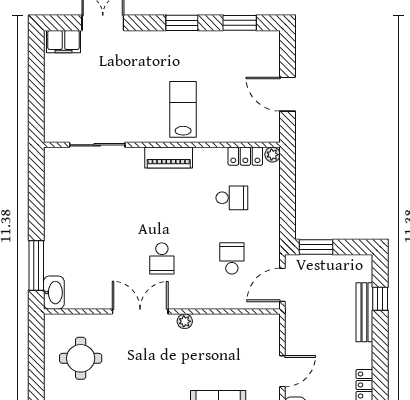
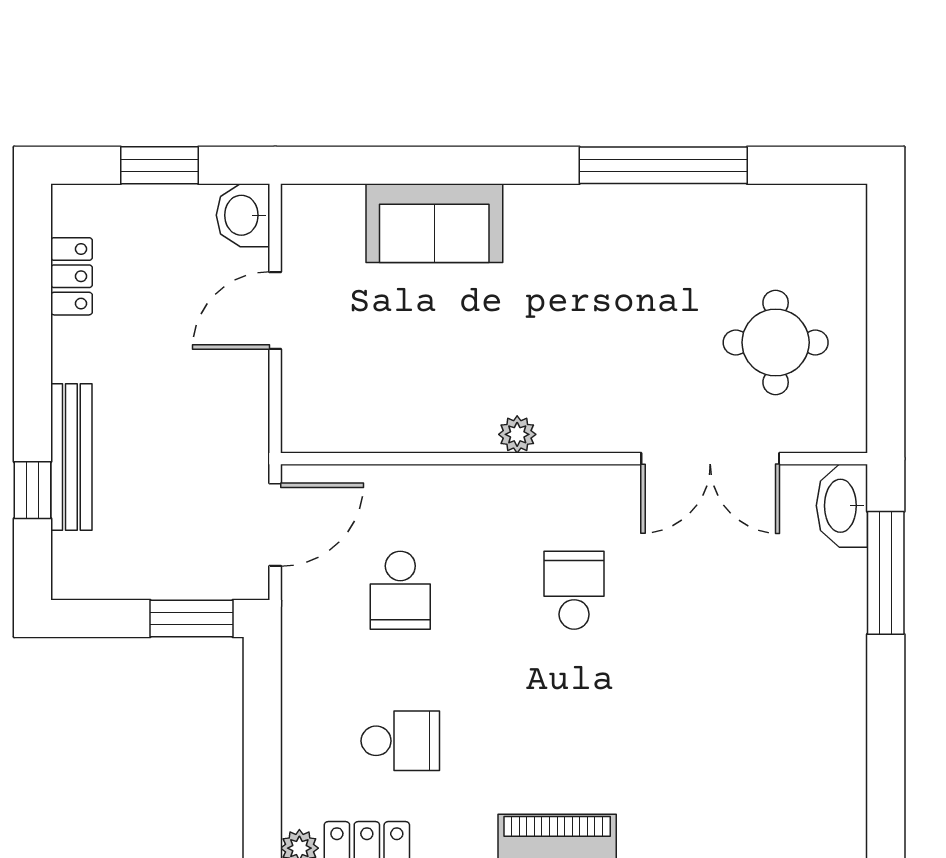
school desk: (232, 198) -> (400, 741), turned 180
double door: (140, 312) -> (710, 459), moved

